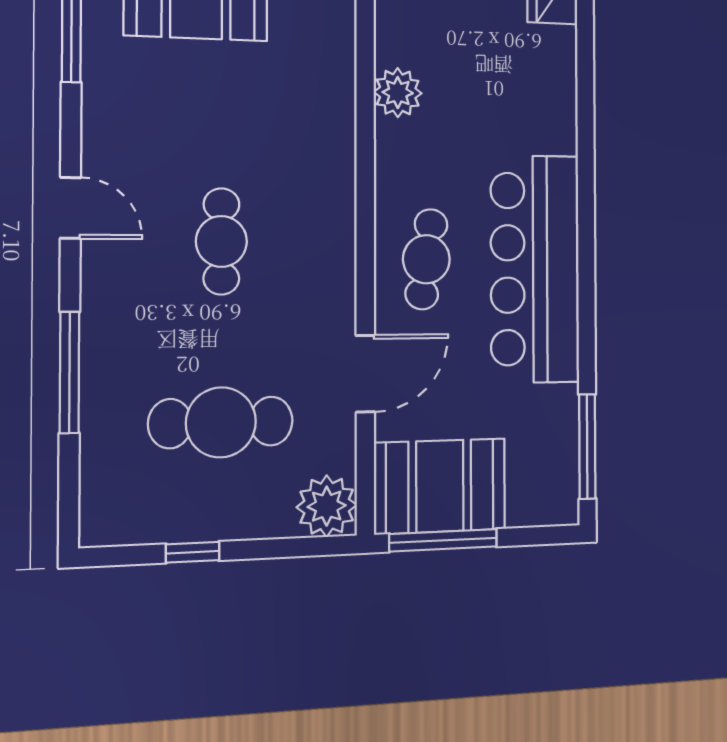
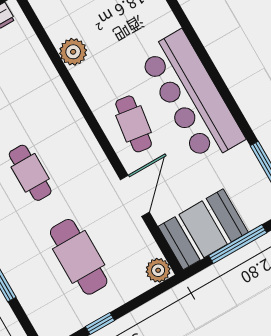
cafe table: (221, 422) -> (79, 257), turned 90
plant: (327, 506) -> (158, 270), width x0.73, depth x0.73
window: (443, 540) -> (238, 244), moved

